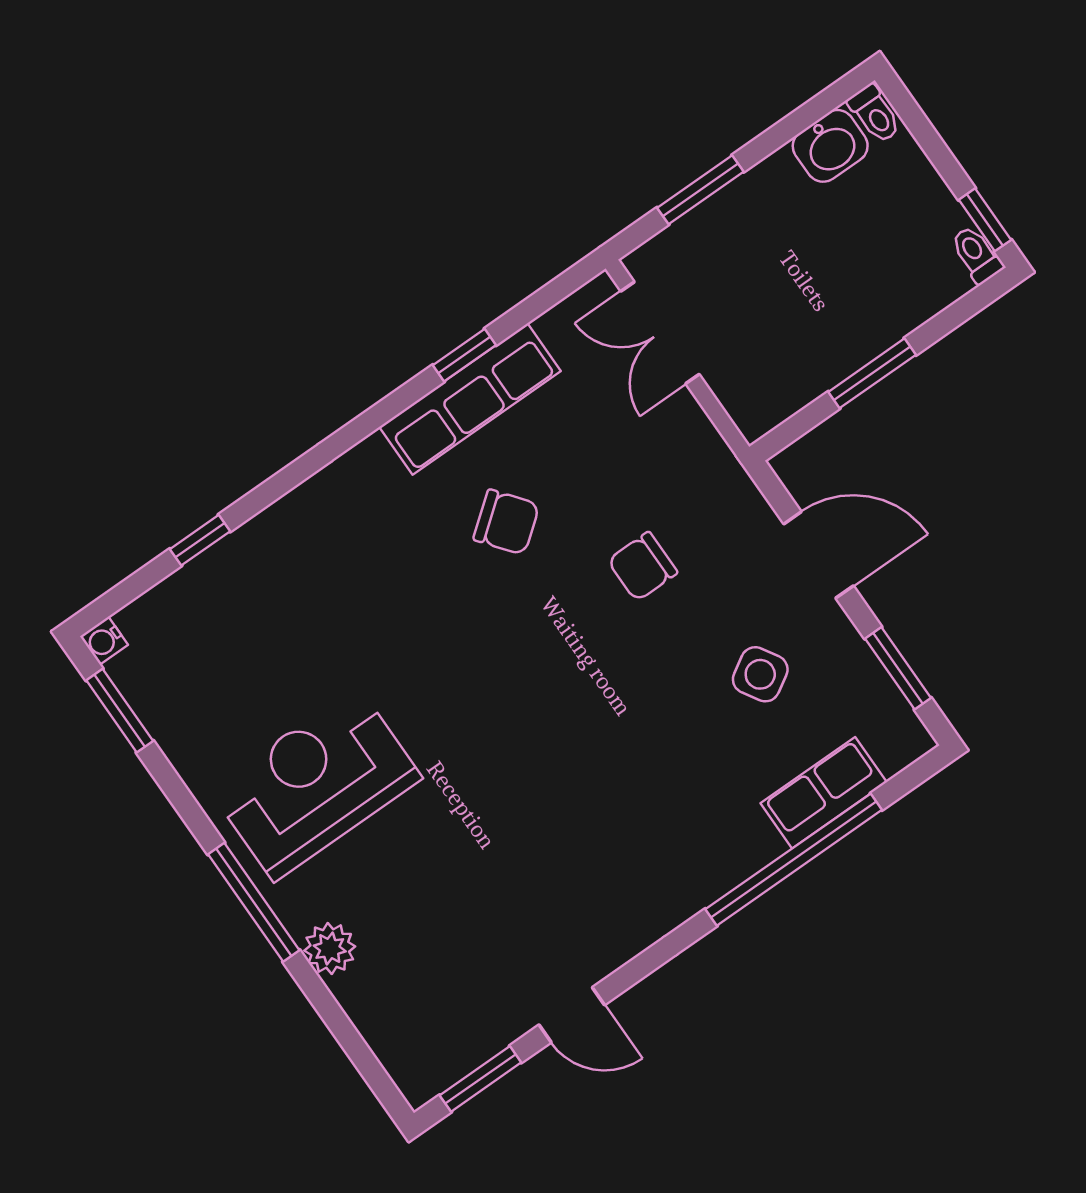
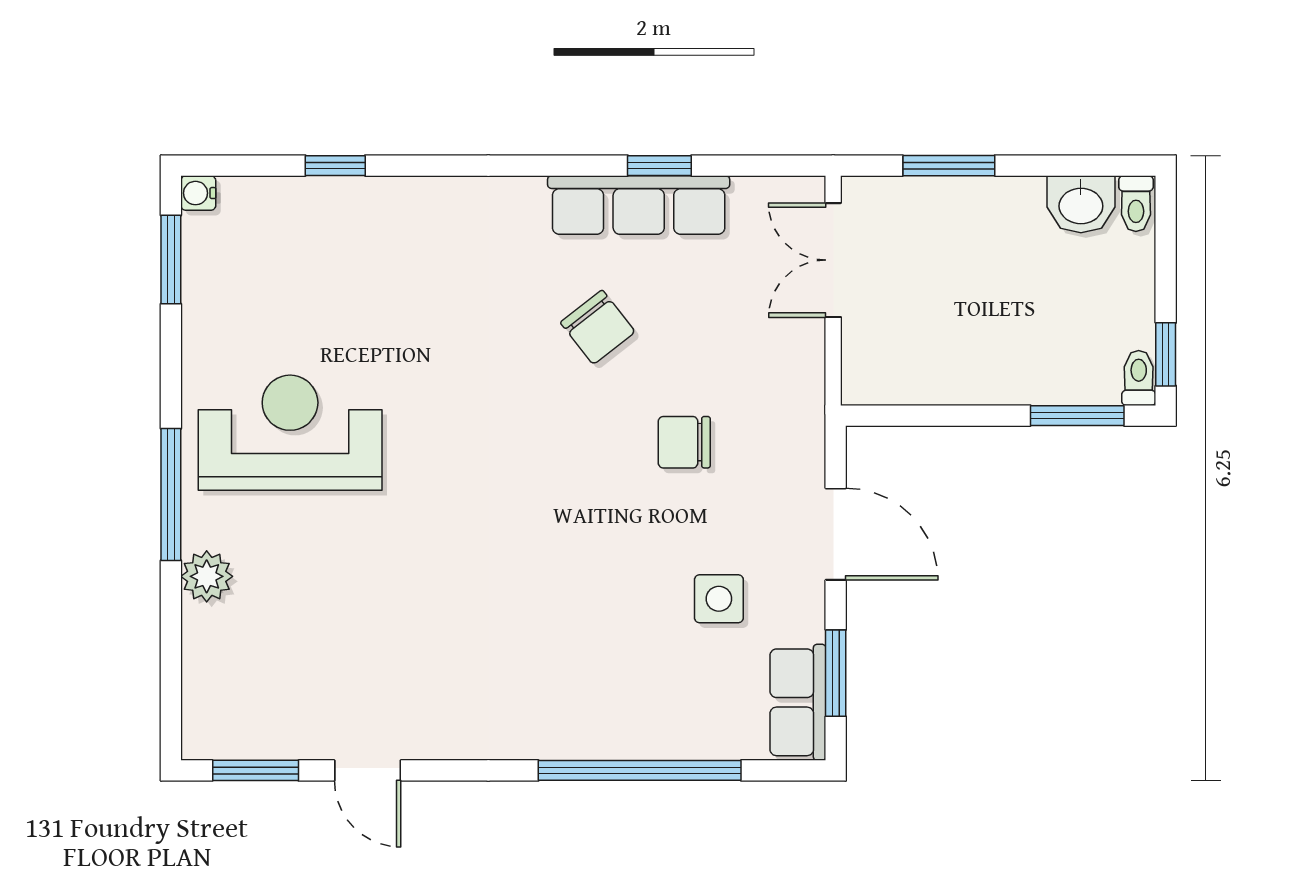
window: (872, 373) -> (1077, 416), moved
side table: (760, 674) -> (719, 599), turned 31
row of seats: (824, 793) -> (798, 702), moved, turned -90

